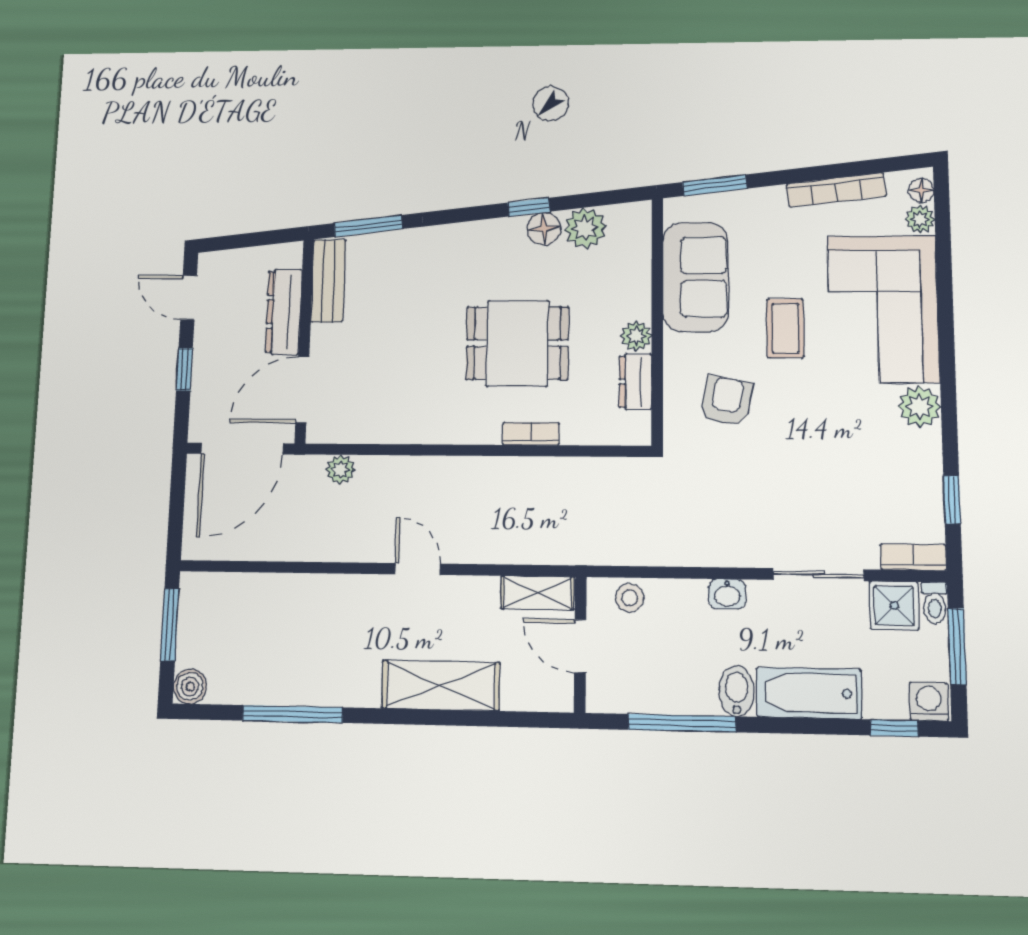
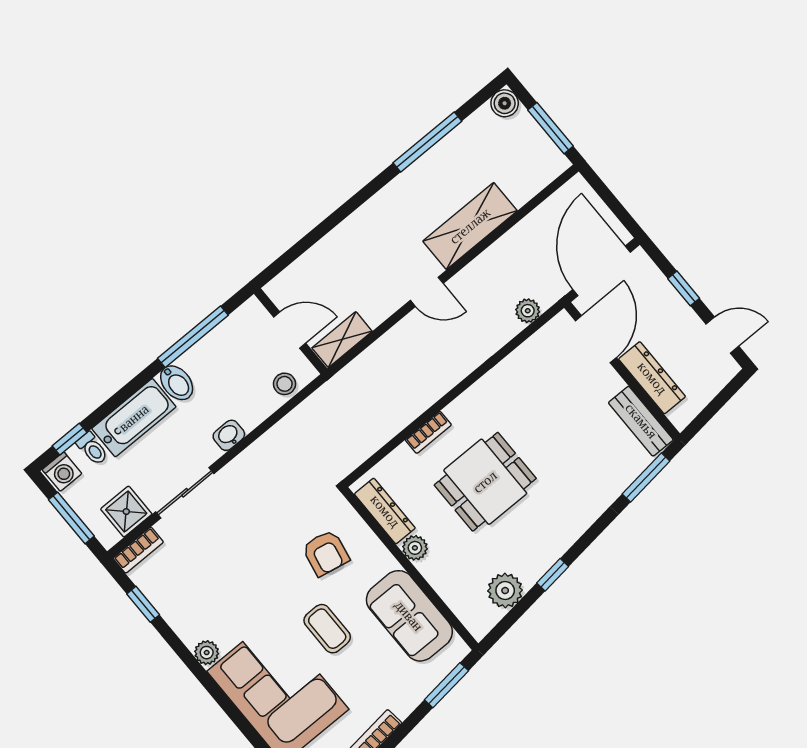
floor lamp: (544, 229) -> (531, 569), removed
dresser: (636, 382) -> (385, 511), width x1.44
plant: (919, 407) -> (207, 653), width x0.73, depth x0.73
toilet: (935, 603) -> (92, 449), moved, turned 180
shelving: (441, 685) -> (470, 226), moved

